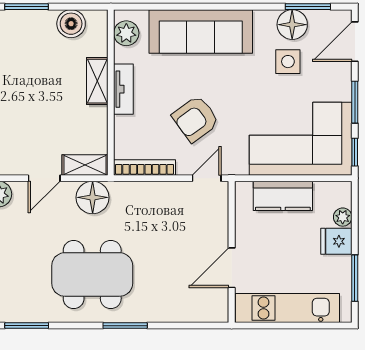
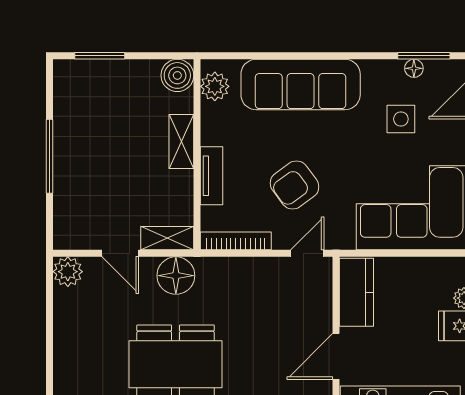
boiler: (71, 24) -> (177, 75), moved
floor lamp: (292, 25) -> (414, 68), width x0.53, depth x0.53
tv unit: (123, 89) -> (211, 176), moved
door: (44, 178) -> (120, 253), hinge flipped
kitchen counter: (283, 196) -> (356, 292), moved, turned -90

